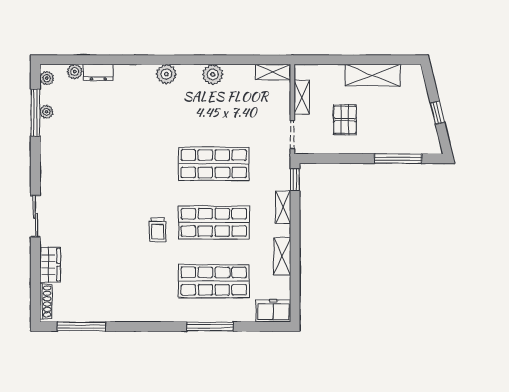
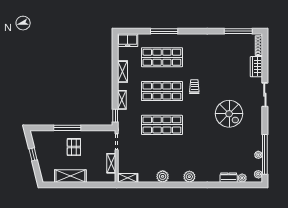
window: (35, 113) -> (265, 154), width x1.46
pallet: (345, 120) -> (74, 147), moved
window: (398, 159) -> (67, 128), moved
spiral stairs: (97, 183) -> (229, 114), added

